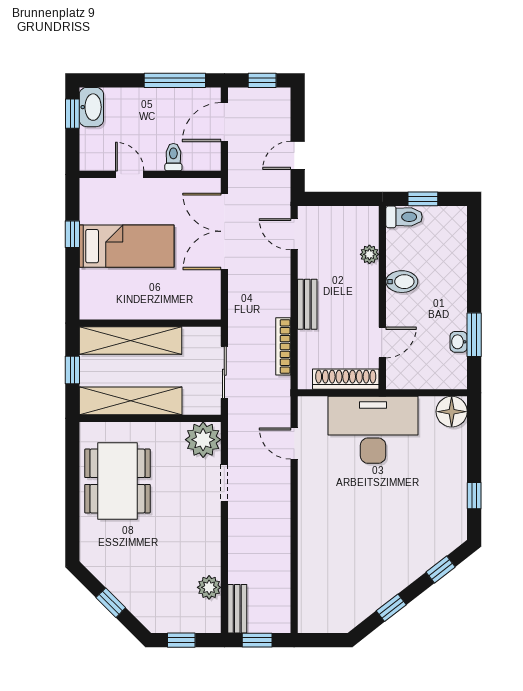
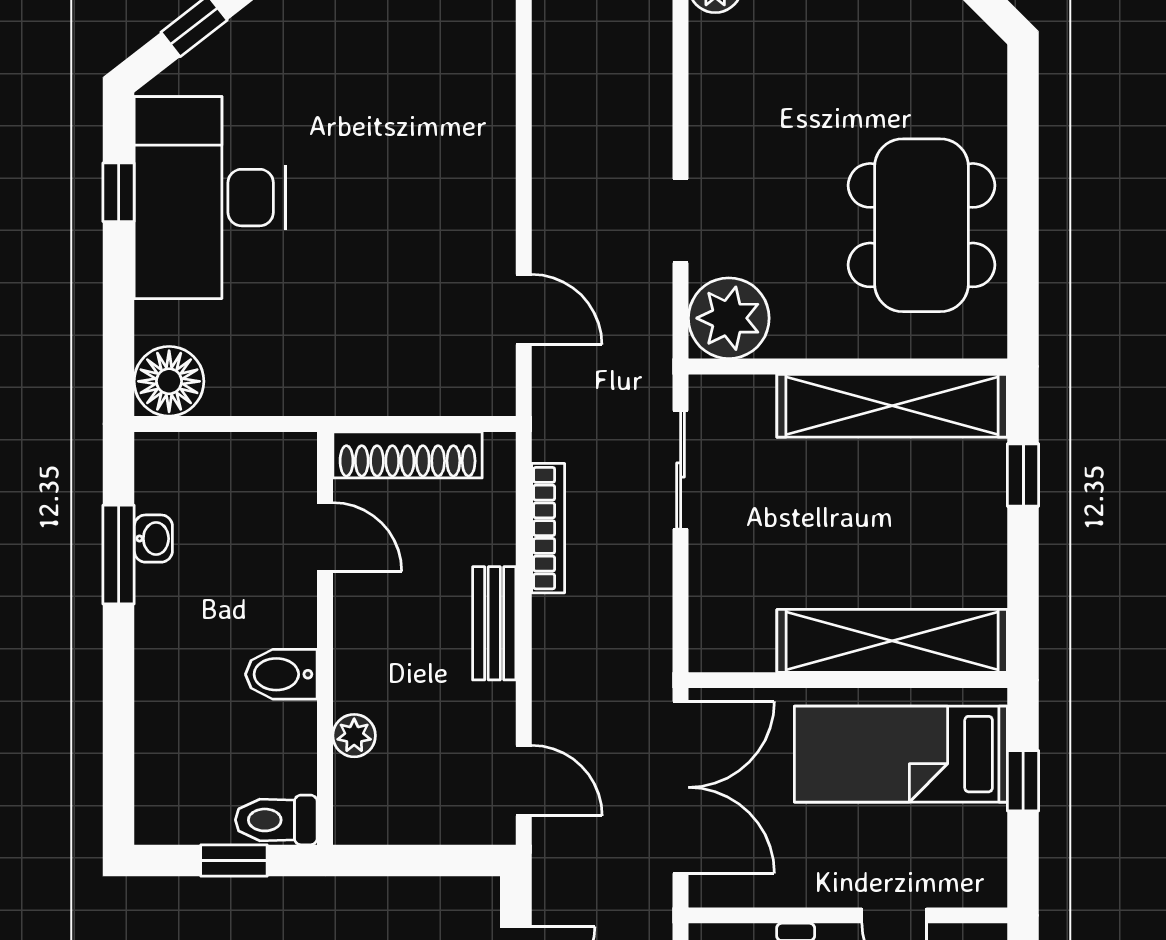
wall: (150, 323) -> (848, 680), moved
shelving: (131, 341) -> (892, 641), moved
door: (382, 343) -> (325, 537), swing flipped
desk: (373, 430) -> (210, 198), moved, turned 90

